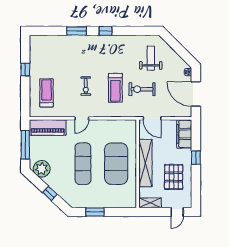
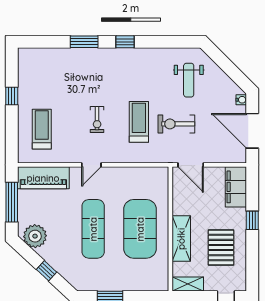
weight bench: (151, 58) -> (189, 80), turned 180
treadmill: (115, 88) -> (139, 122), turned 180
shelving: (145, 163) -> (181, 239), width x0.68

